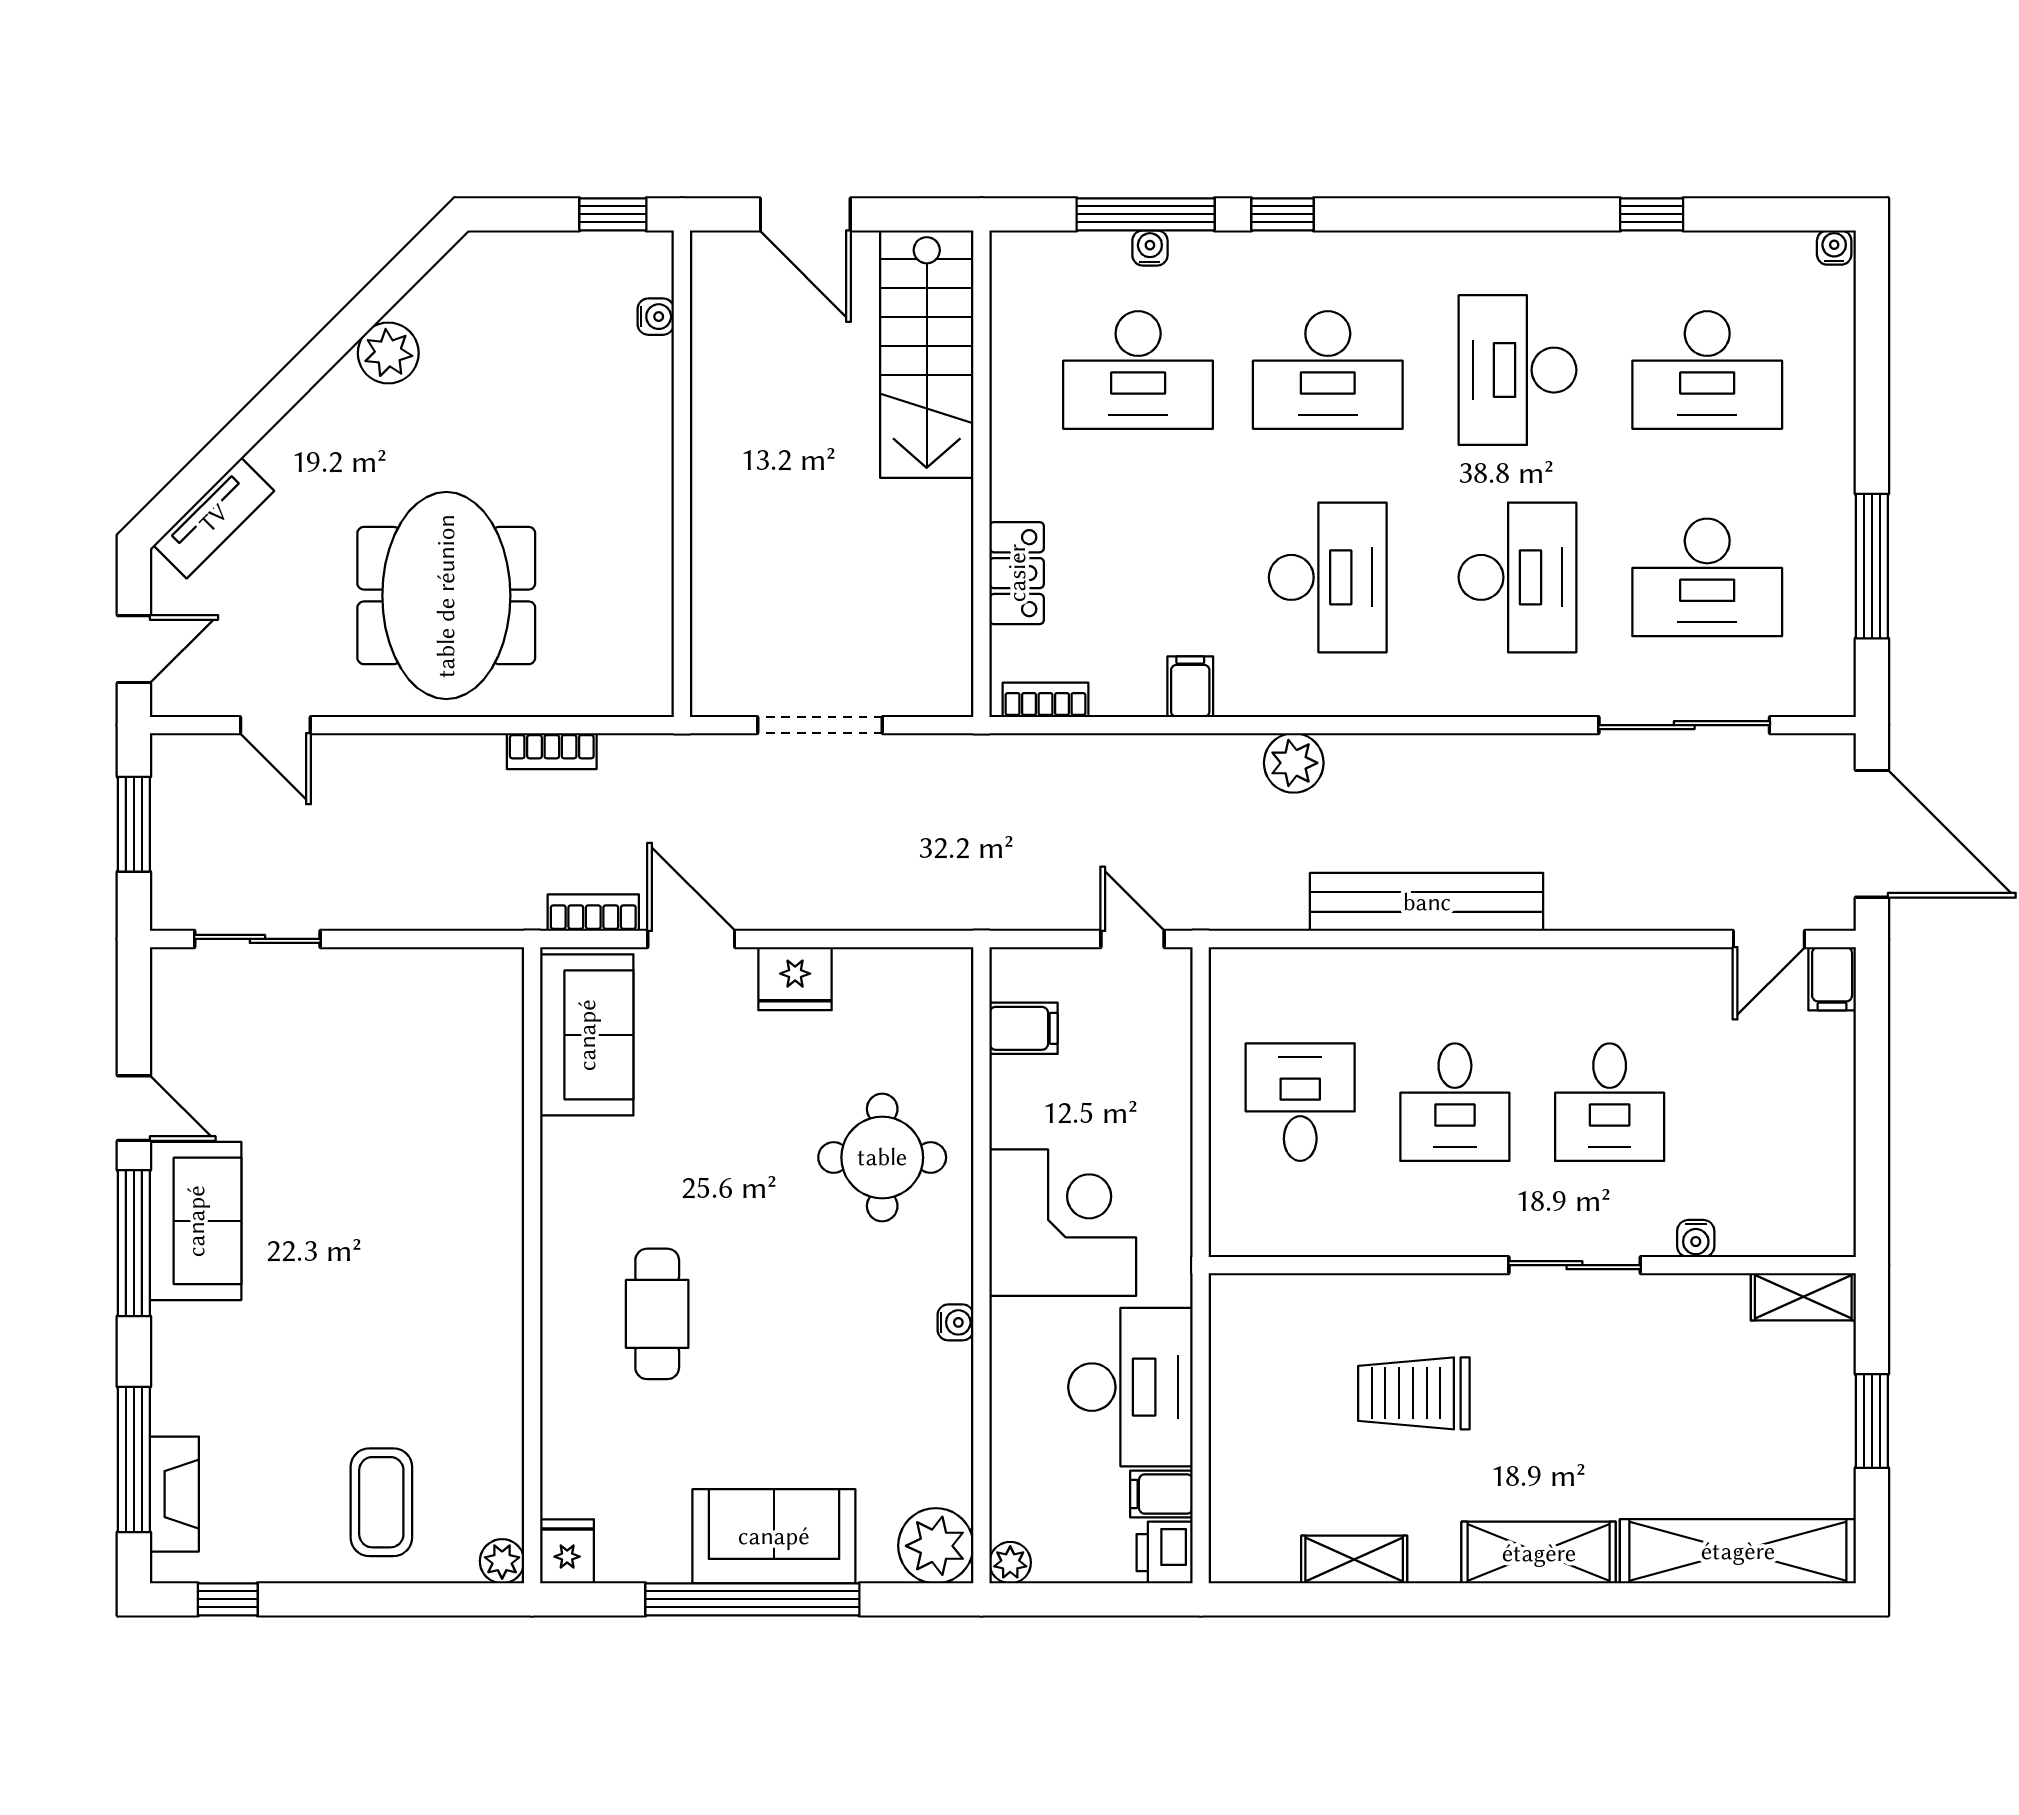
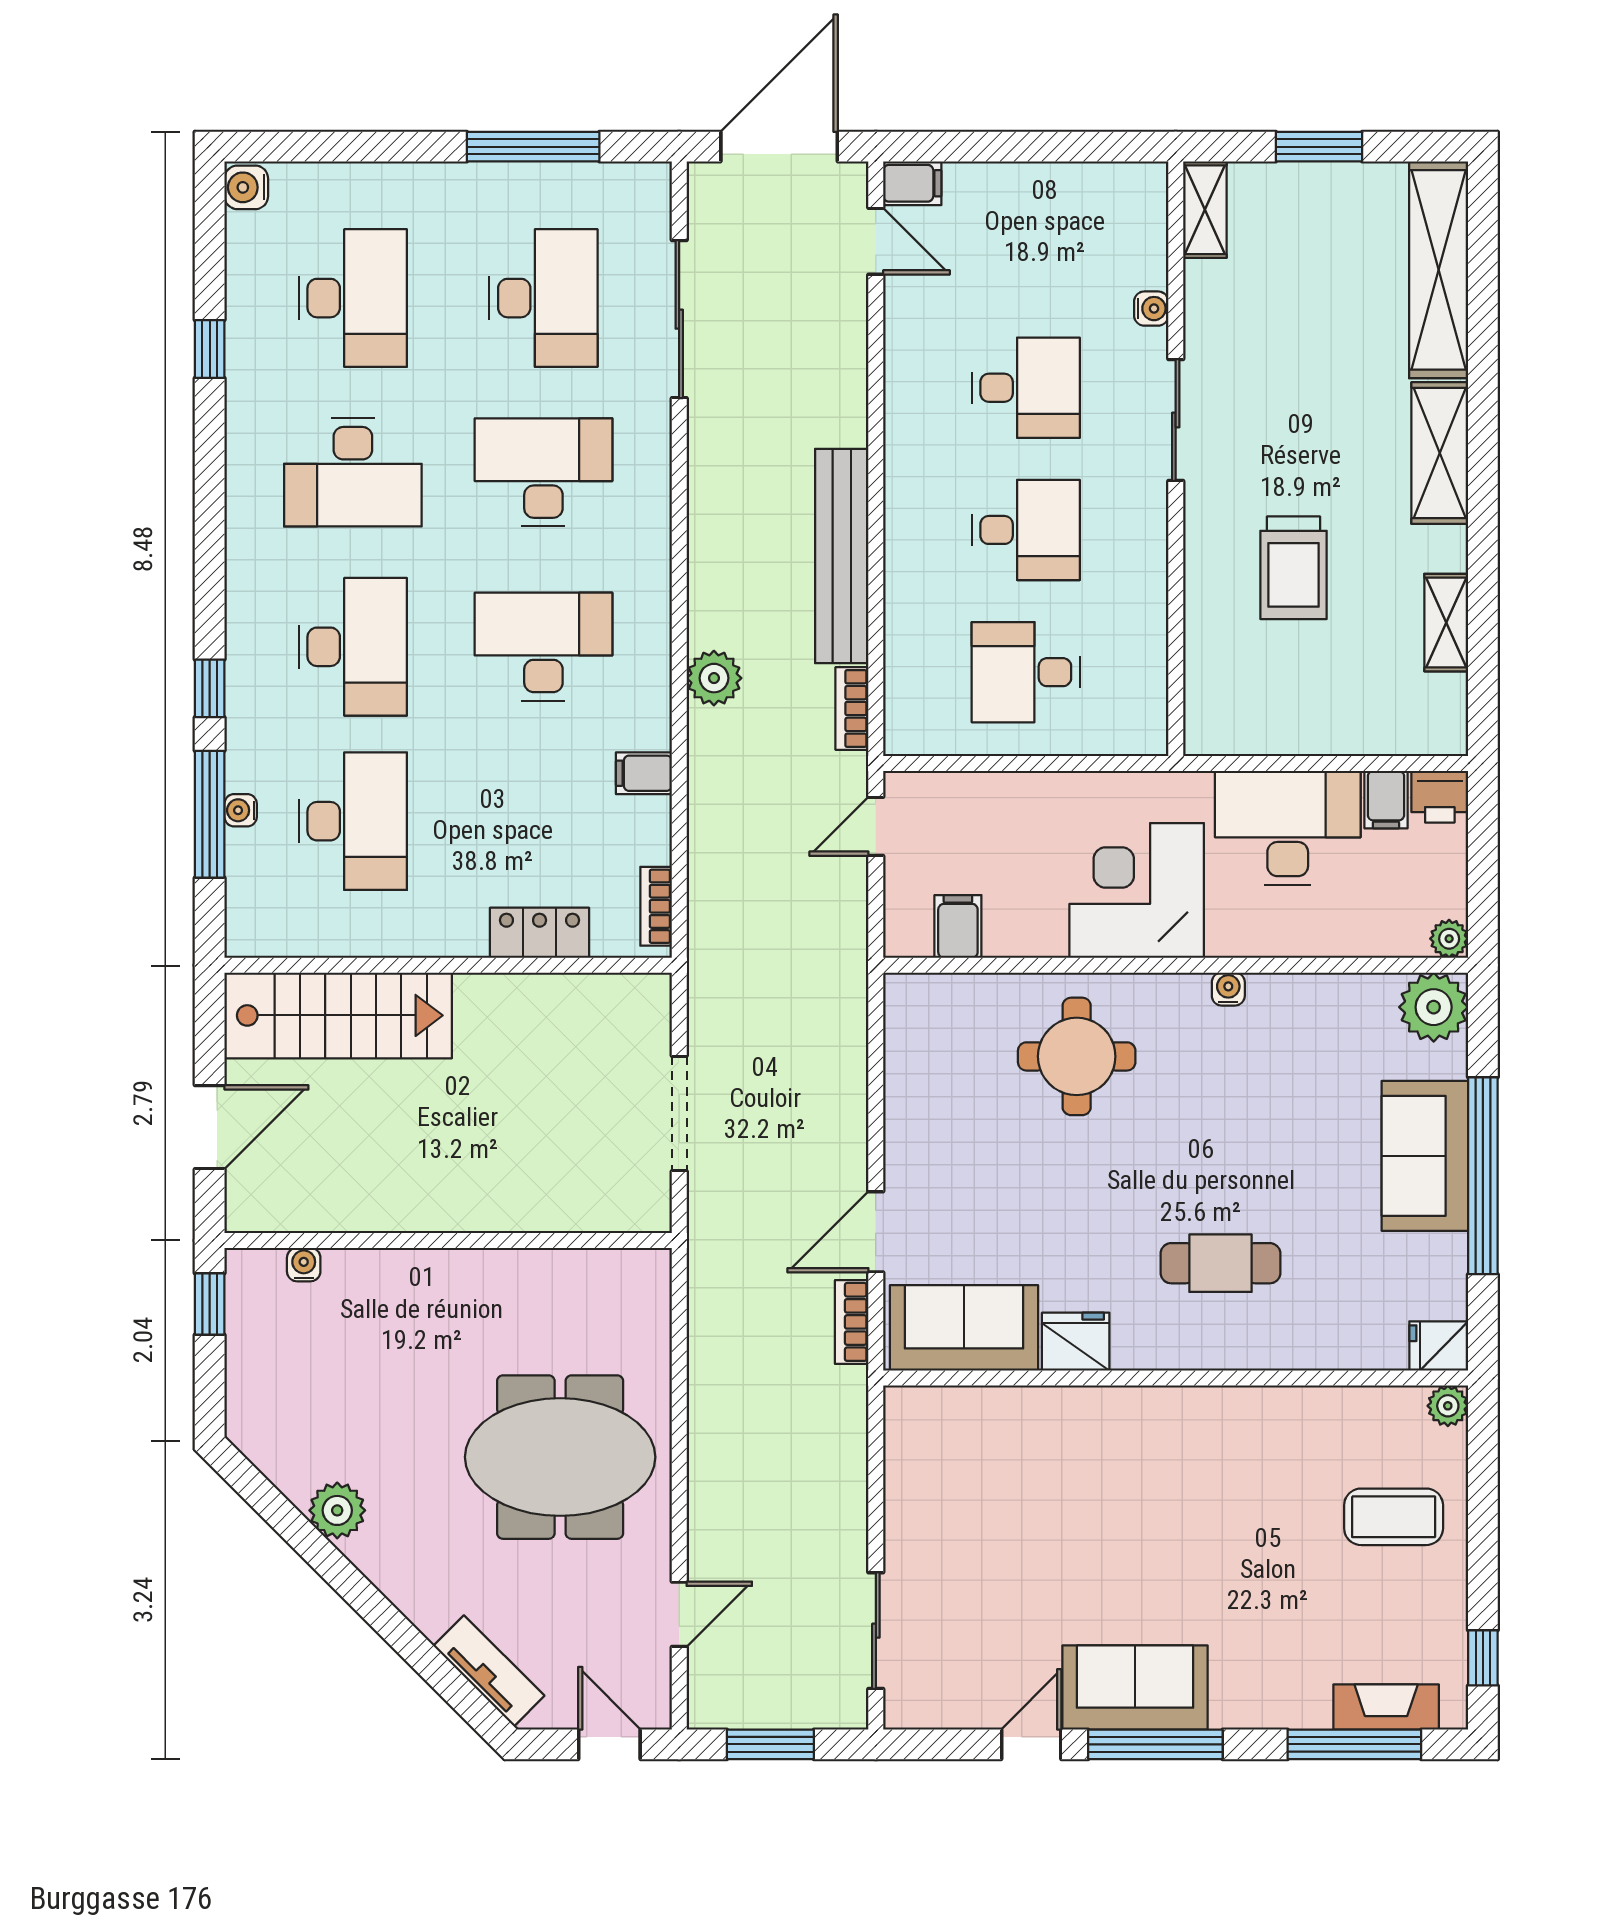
water cooler: (1834, 248) -> (246, 187), width x1.38, depth x1.38
bookcase: (552, 751) -> (852, 709), moved, turned 180
fridge: (795, 979) -> (1076, 1342), moved, turned -90

